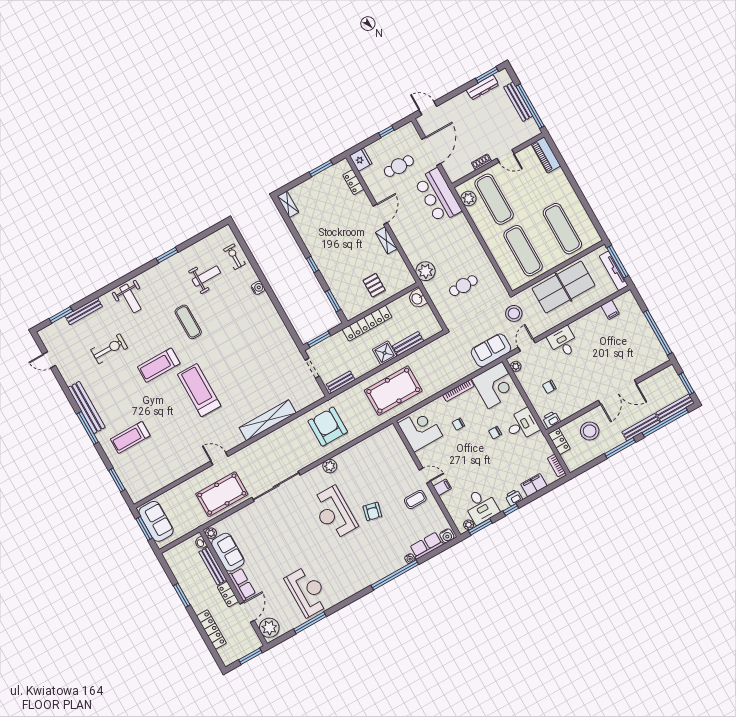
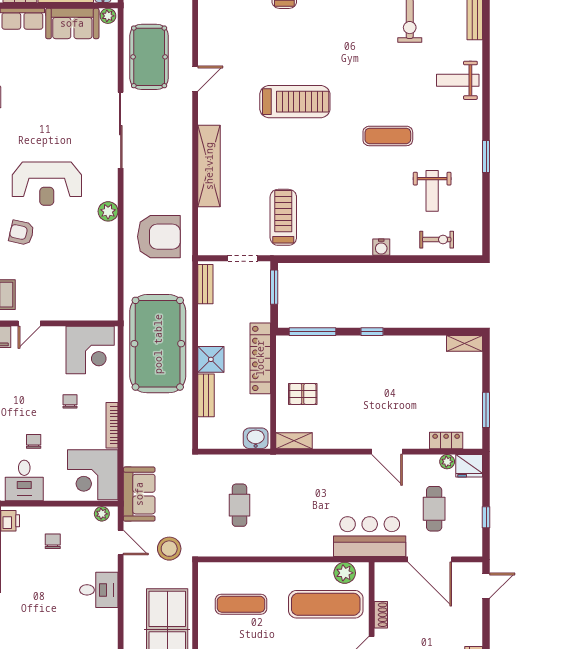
shelving: (386, 241) -> (294, 441), moved
exercise mat: (523, 251) -> (241, 604), width x0.73, depth x0.69
plant: (426, 271) -> (447, 462), moved, width x0.53, depth x0.53
window: (333, 301) -> (312, 332), width x1.44
treadmill: (159, 365) -> (283, 217), moved
pool table: (393, 391) -> (158, 344), width x1.36, depth x1.32
reception desk: (334, 513) -> (47, 184), turned 180

